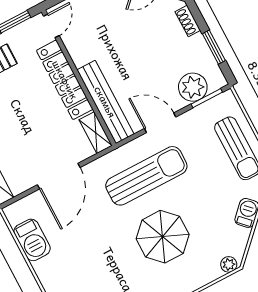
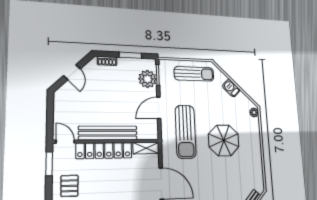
bench: (105, 102) -> (108, 133), moved
sun lounger: (146, 176) -> (186, 132), turned 180

